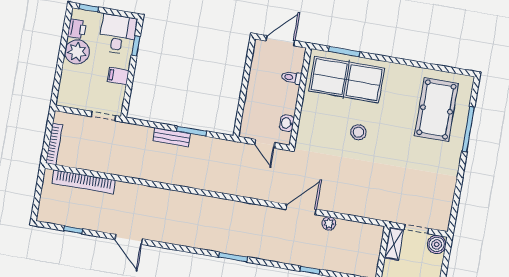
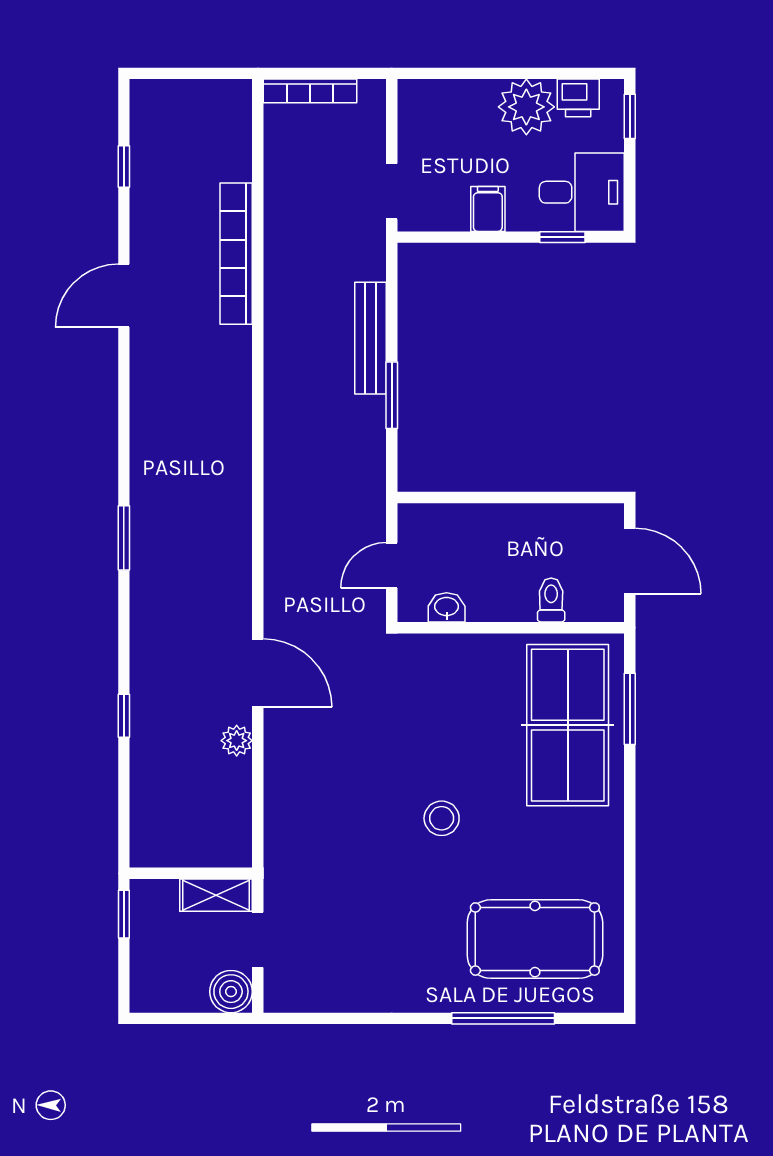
stool: (358, 132) -> (442, 818), moved
bench: (172, 137) -> (370, 338), width x1.36
bookcase: (84, 182) -> (236, 254), moved

